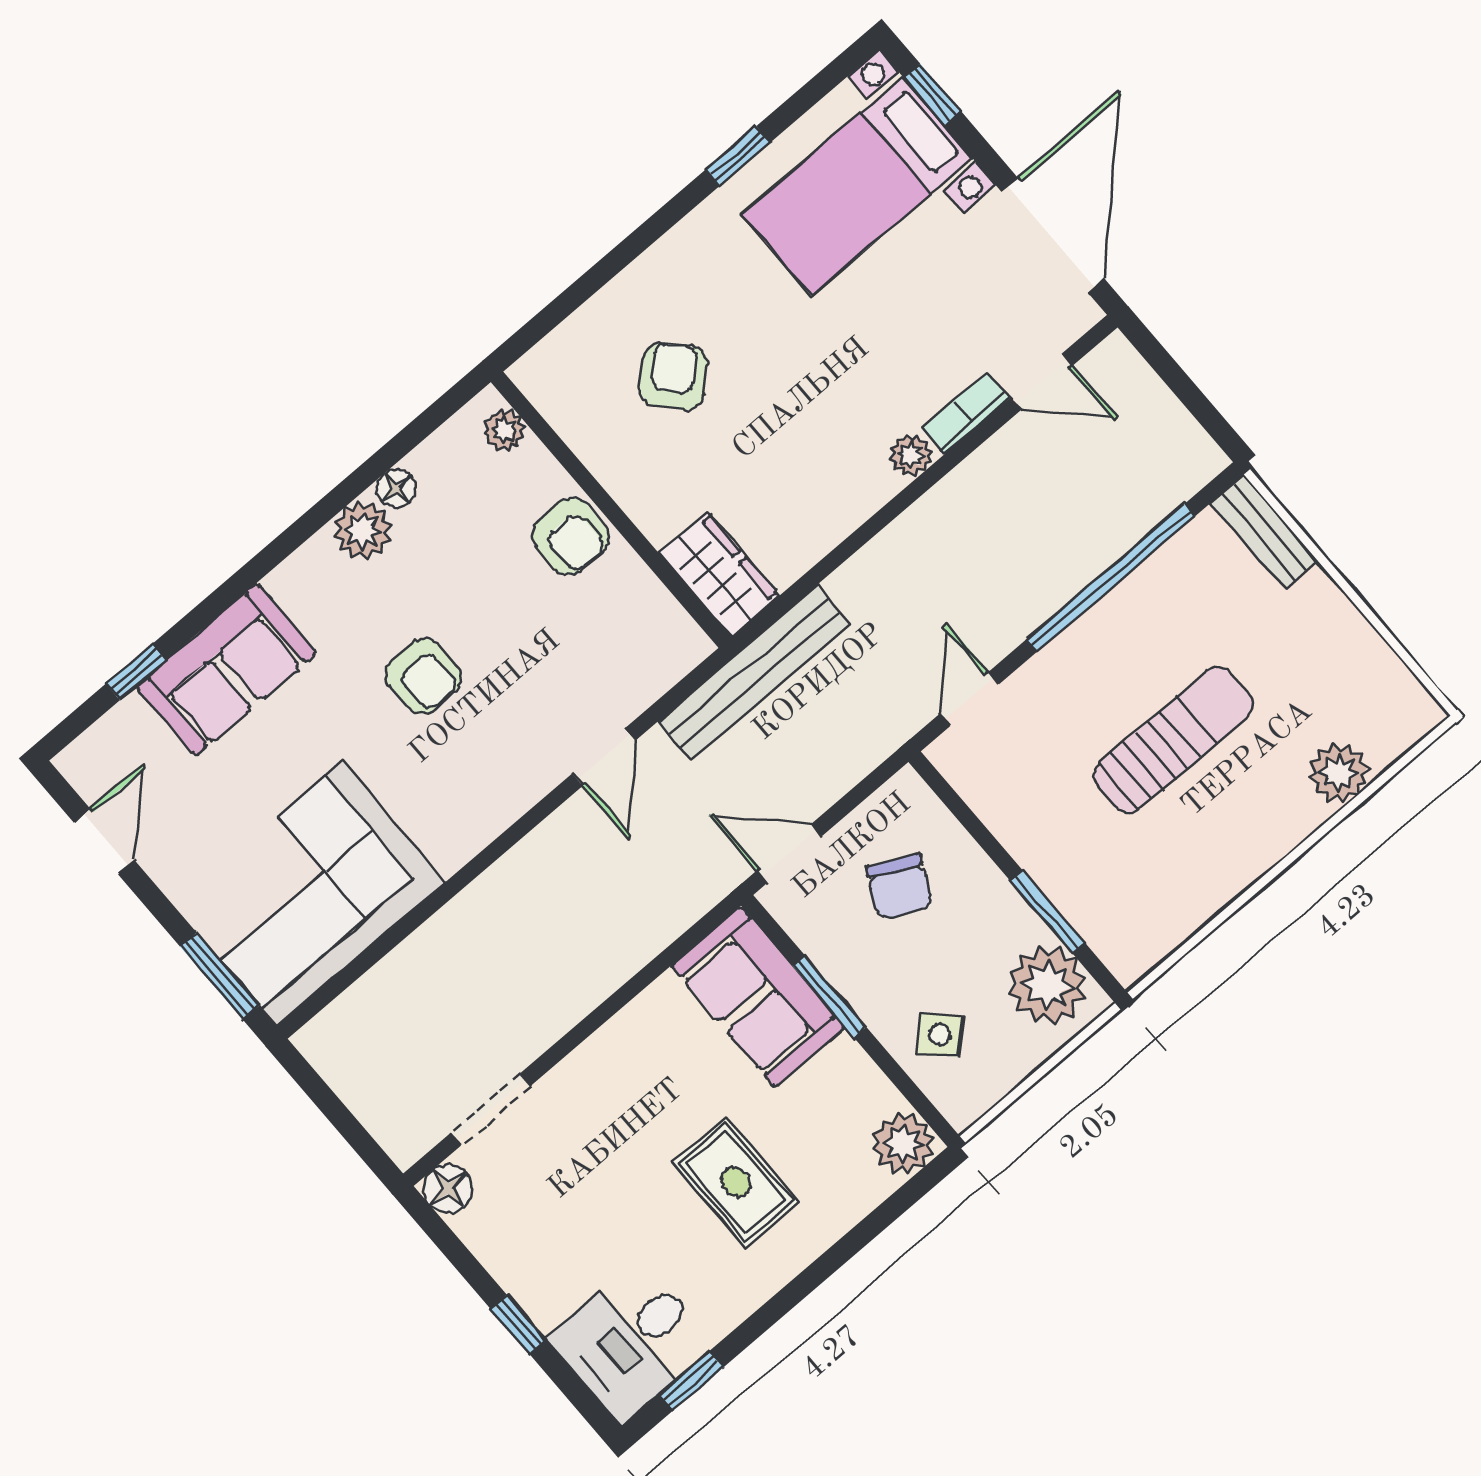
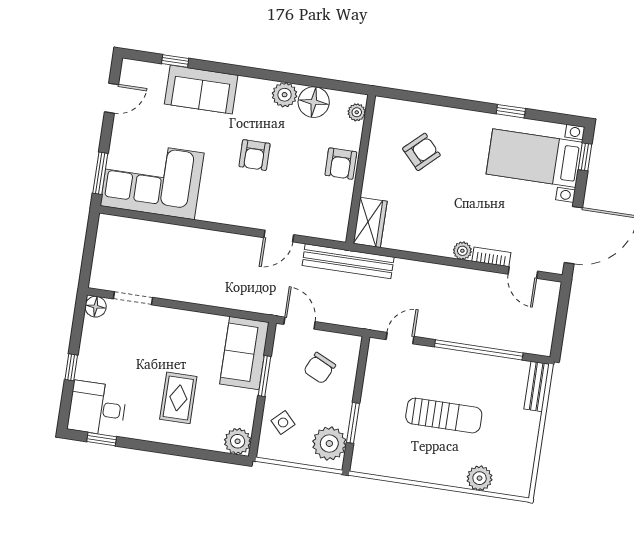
floor lamp: (396, 488) -> (314, 102), width x1.89, depth x1.89

